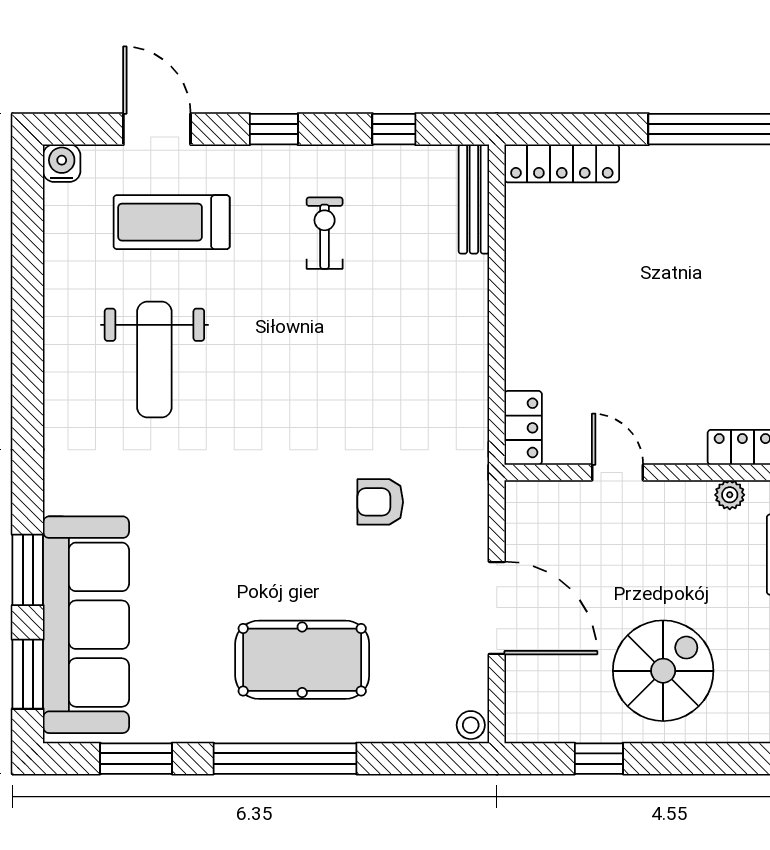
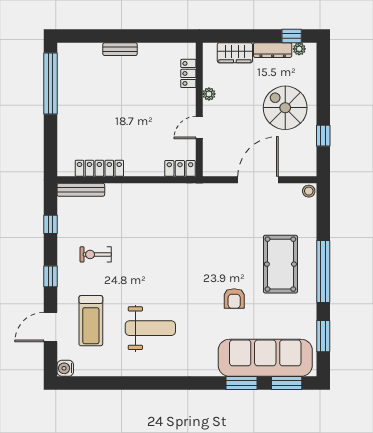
locker: (562, 163) -> (99, 168), moved, turned -90
plant: (730, 495) -> (209, 94), moved
armchair: (380, 502) -> (234, 298), moved

